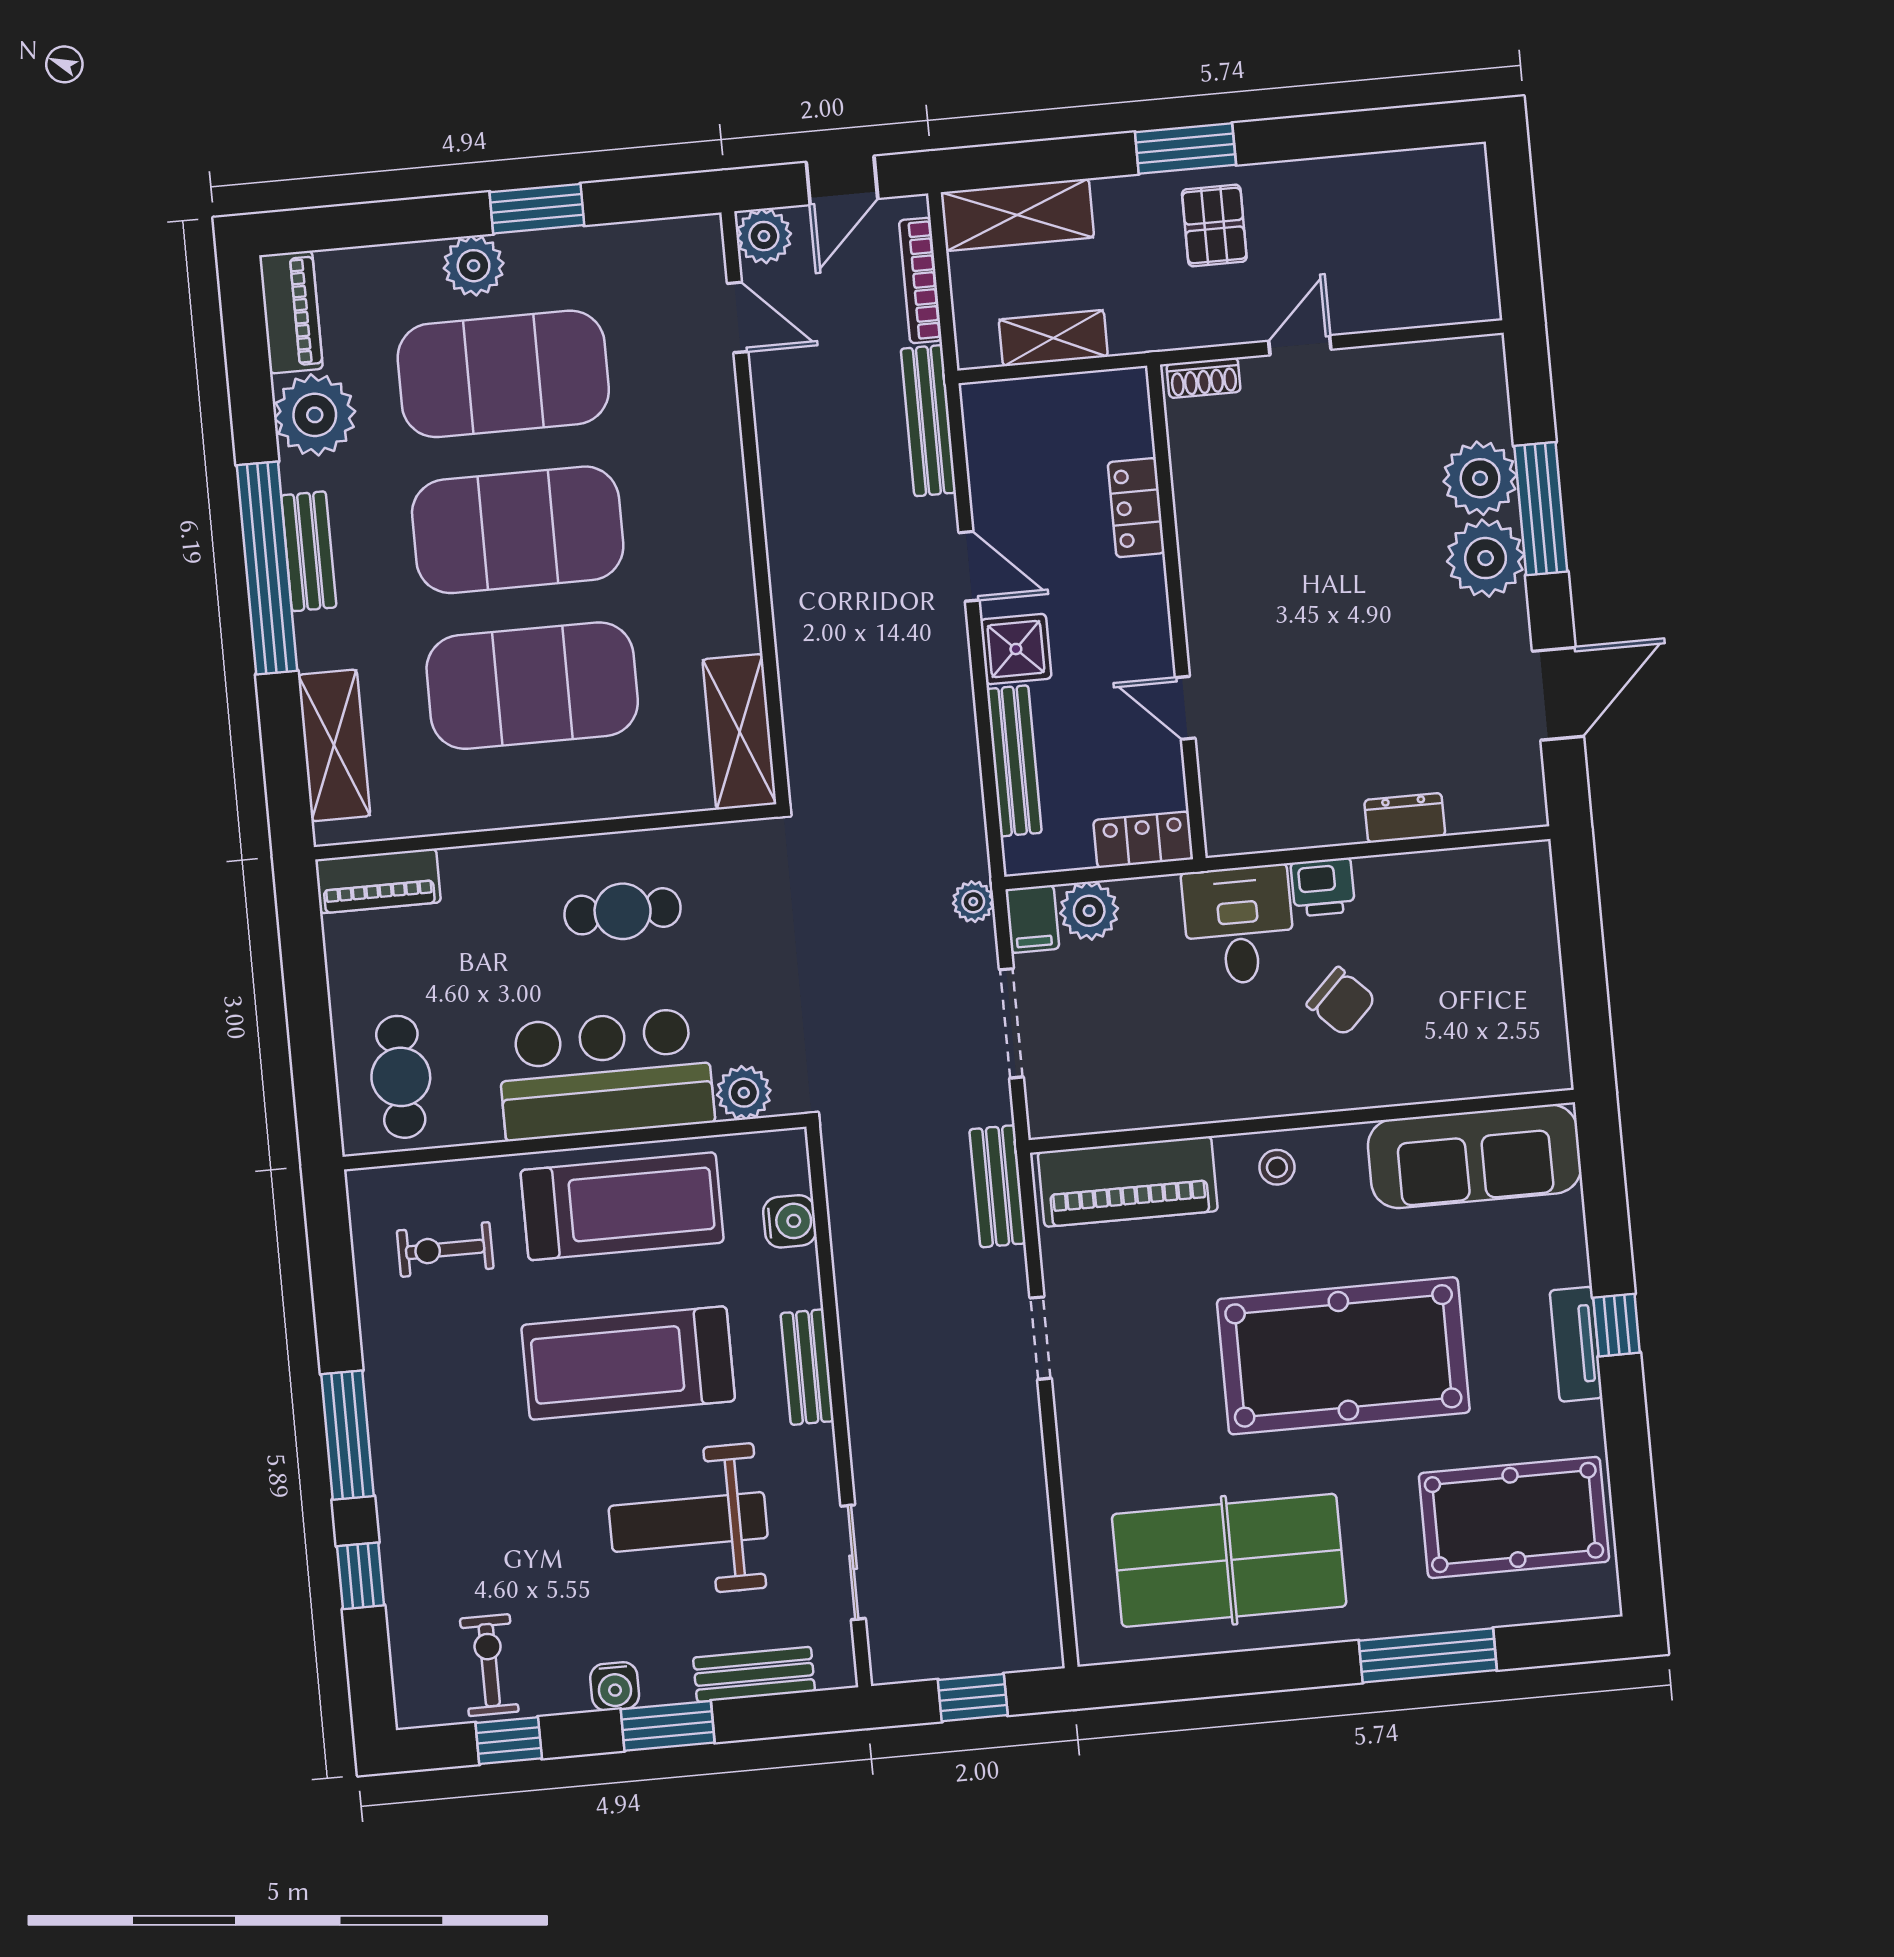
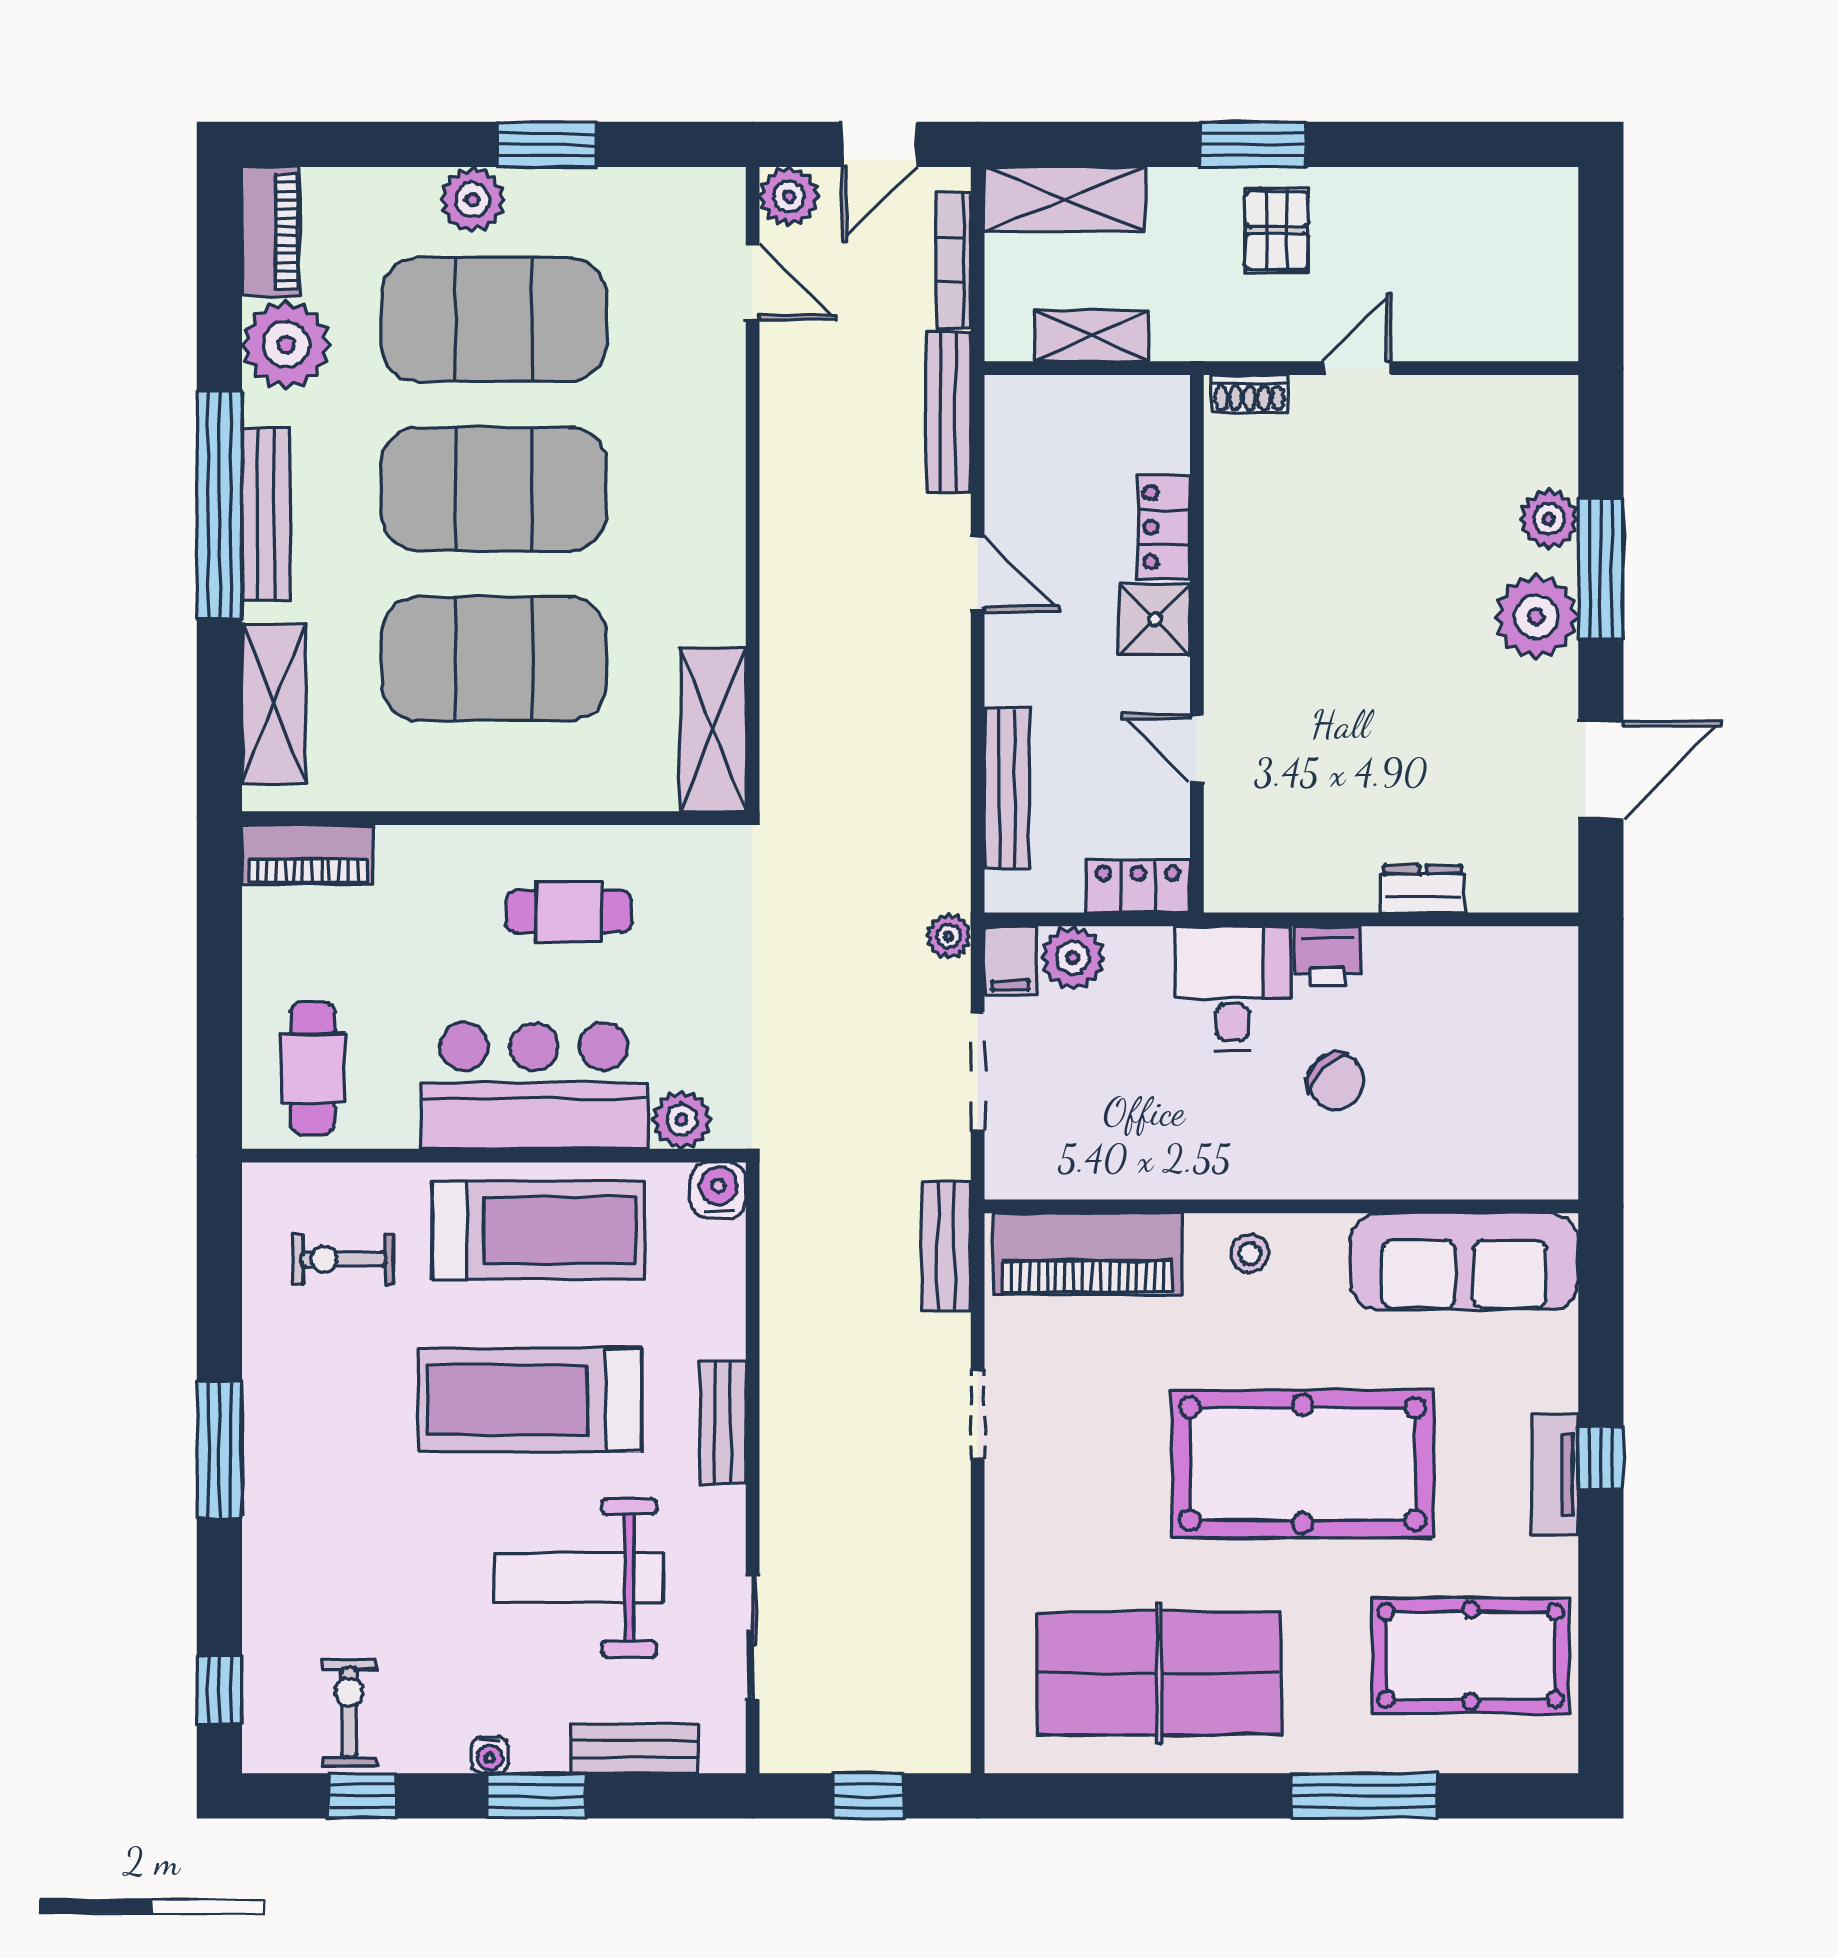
plant: (1480, 478) -> (1549, 519), width x0.73, depth x0.73
bench: (309, 551) -> (266, 514), width x1.36
shower: (1016, 649) -> (1155, 619), moved
water cooler: (790, 1221) -> (718, 1190), moved, turned -90
window: (361, 1576) -> (219, 1690), moved
water cooler: (615, 1686) -> (490, 1755), width x0.72, depth x0.72

